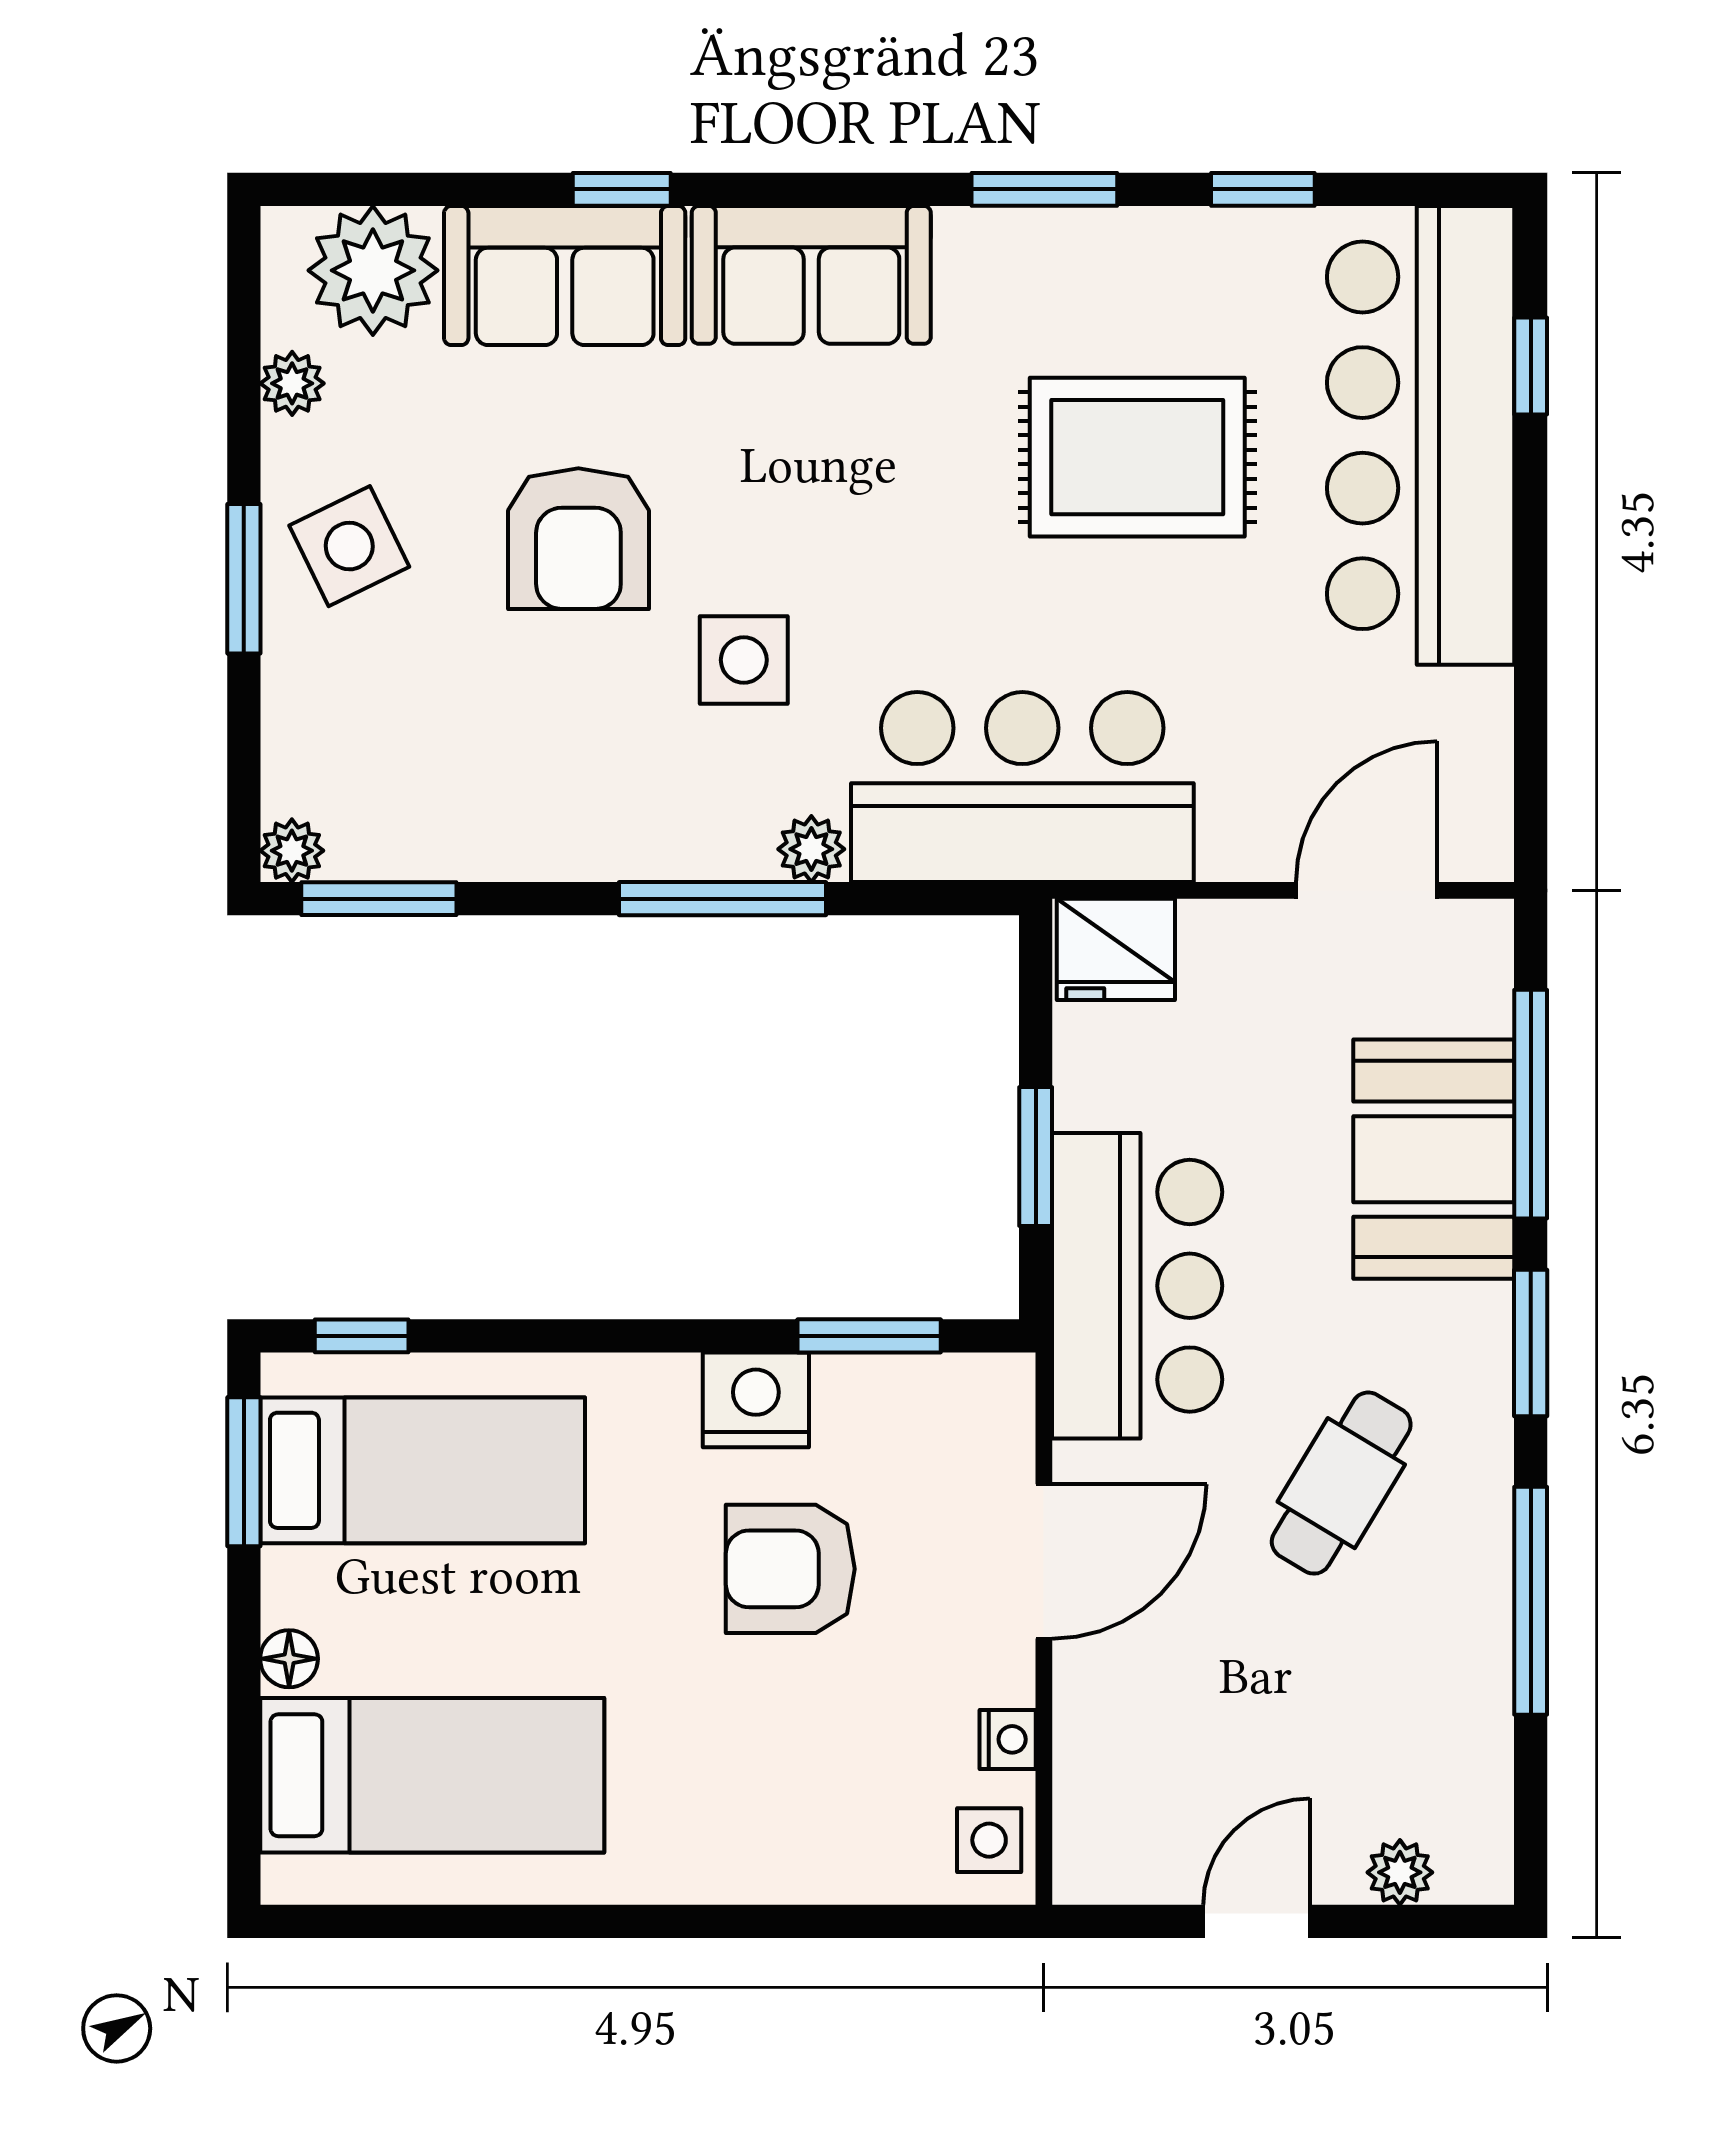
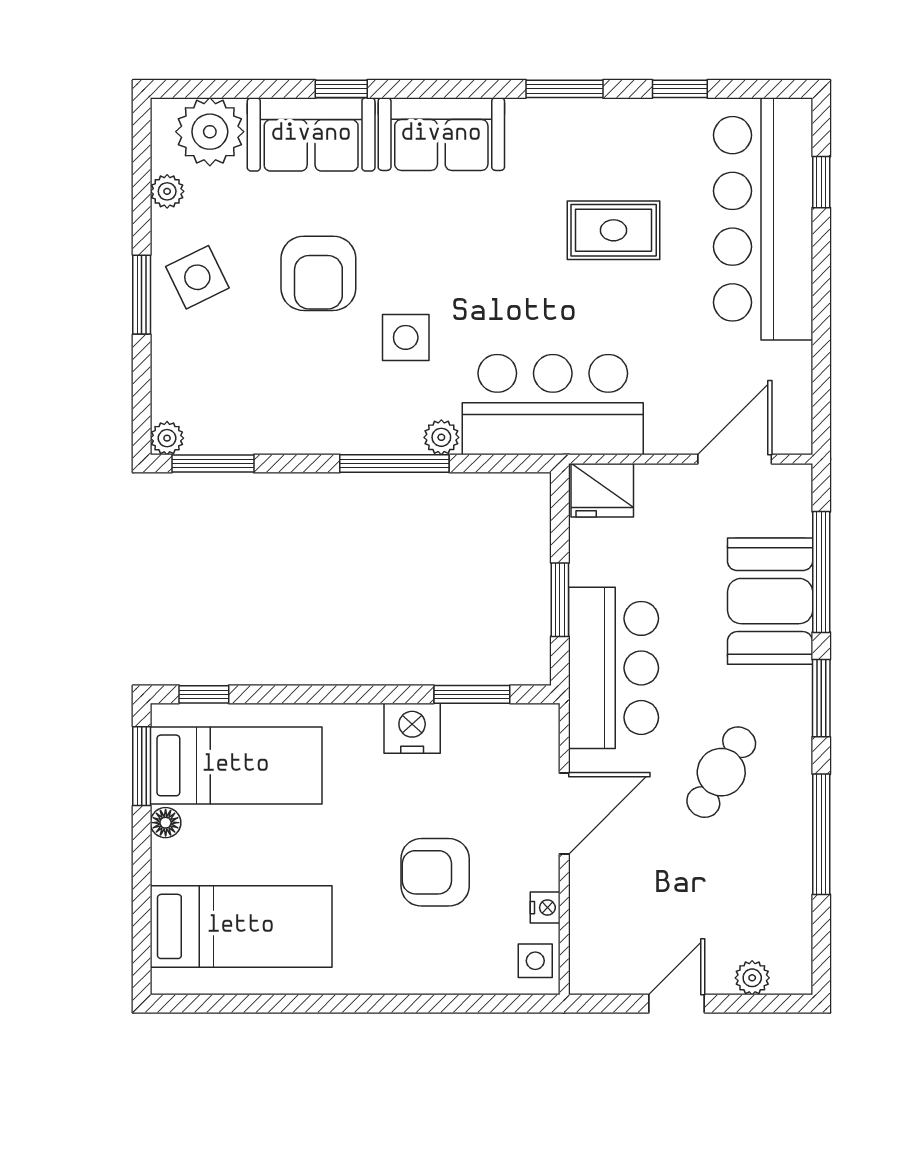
rug: (1137, 457) -> (614, 230), width x0.73, depth x0.70
armchair: (790, 1569) -> (435, 872), moved
floor lamp: (289, 1659) -> (166, 823), moved

